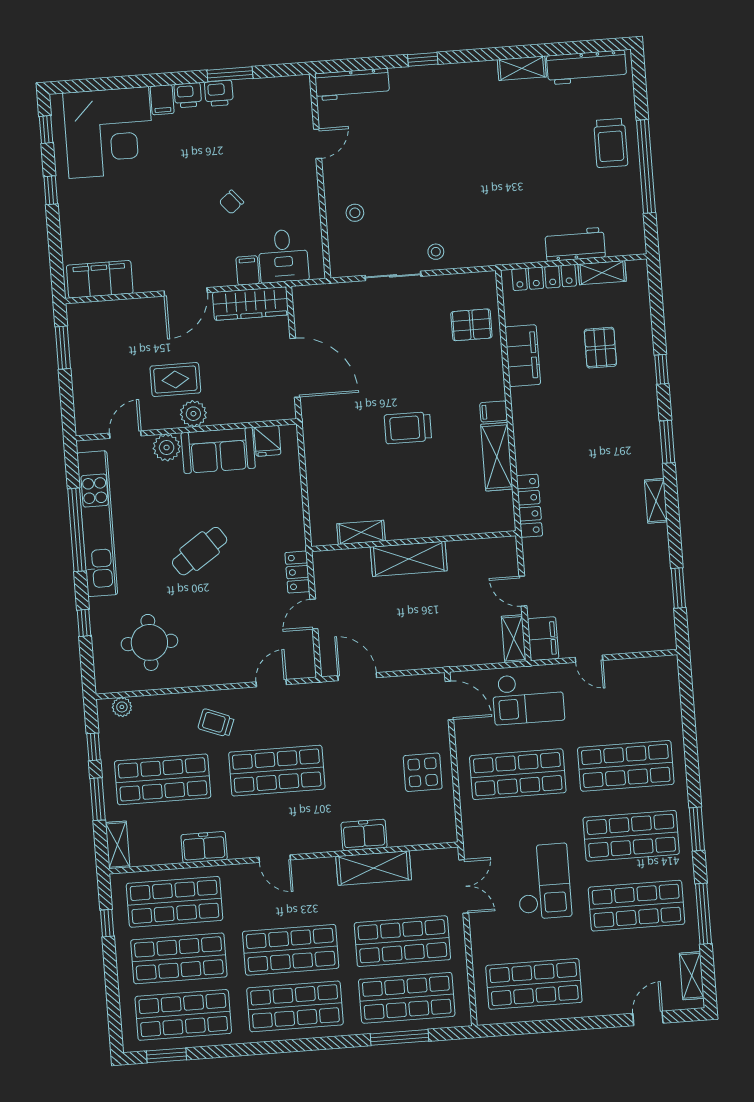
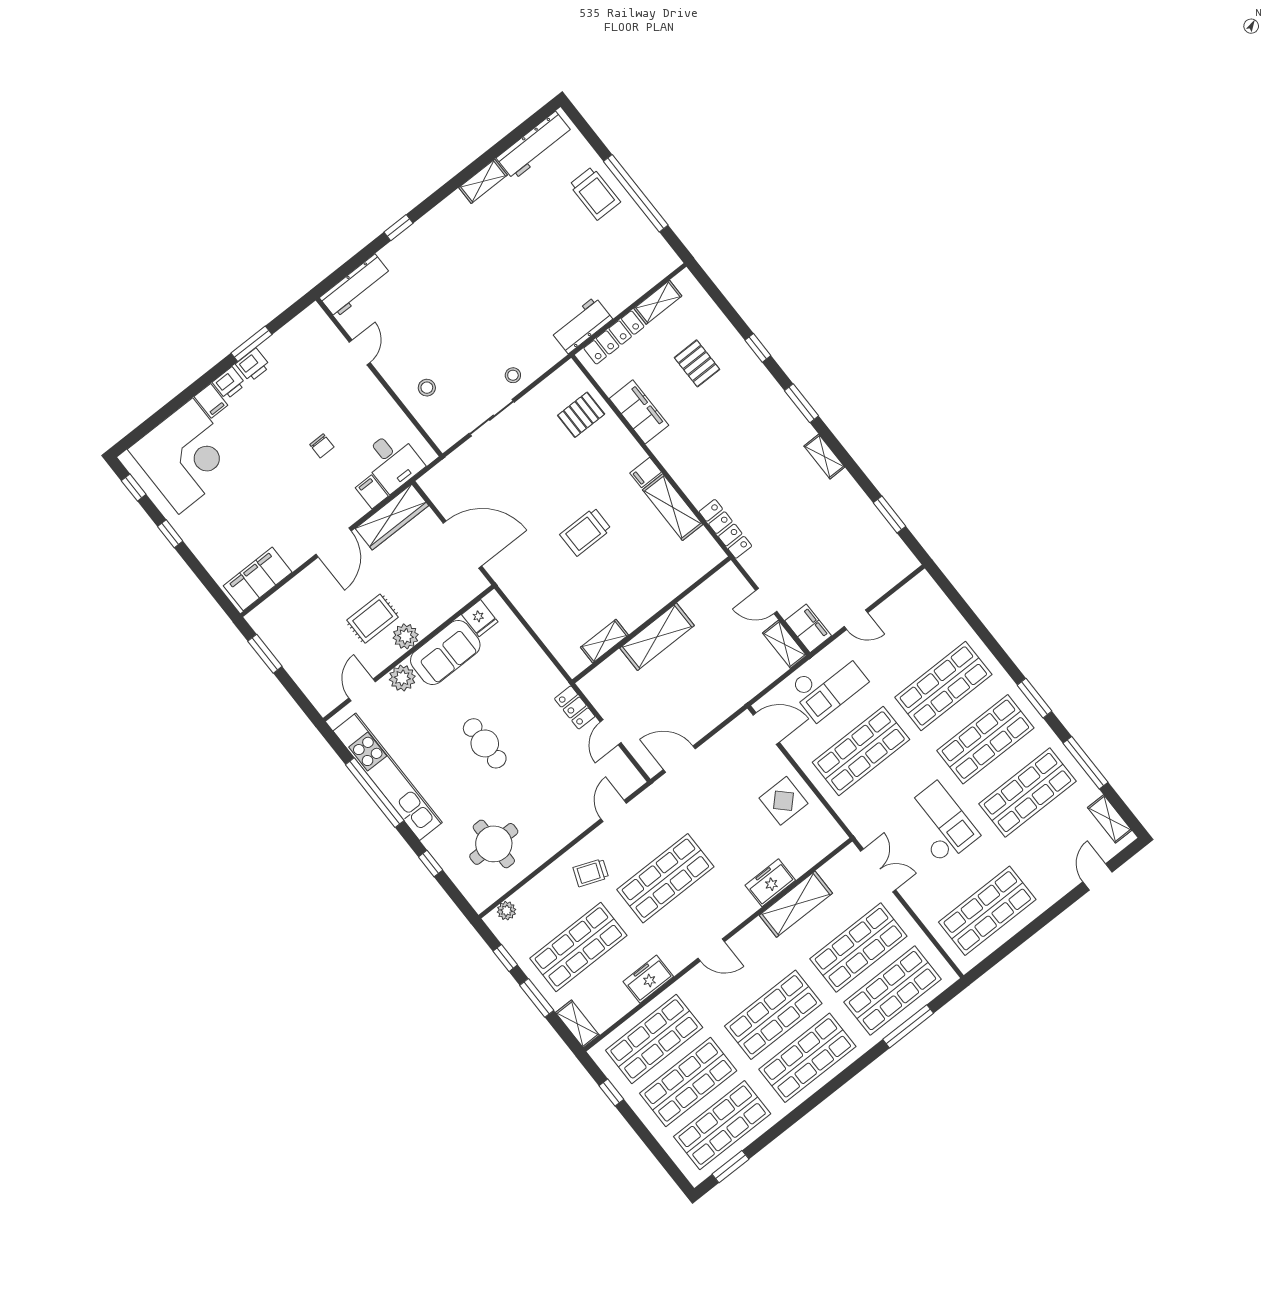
chair: (231, 202) -> (322, 446), turned -50
workbench: (575, 244) -> (582, 325), moved
cafe table: (200, 551) -> (485, 743), turned -55

